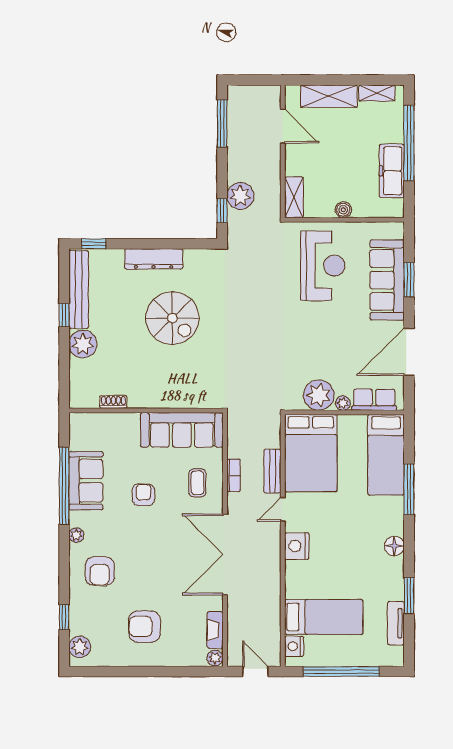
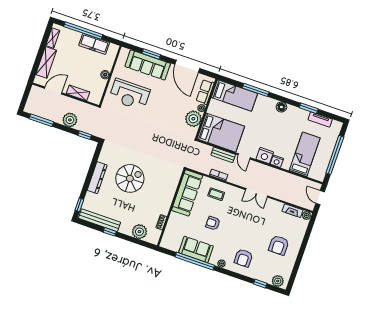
plant: (240, 196) -> (70, 120), moved
shelving: (294, 197) -> (78, 93), moved
reception desk: (323, 266) -> (130, 95), turned 180
plant: (83, 344) -> (139, 232), moved
double door: (225, 554) -> (257, 193), width x0.54
armchair: (100, 571) -> (243, 258), turned 90
nightstand: (294, 646) -> (277, 161), moved
door: (255, 672) -> (320, 198), hinge flipped

